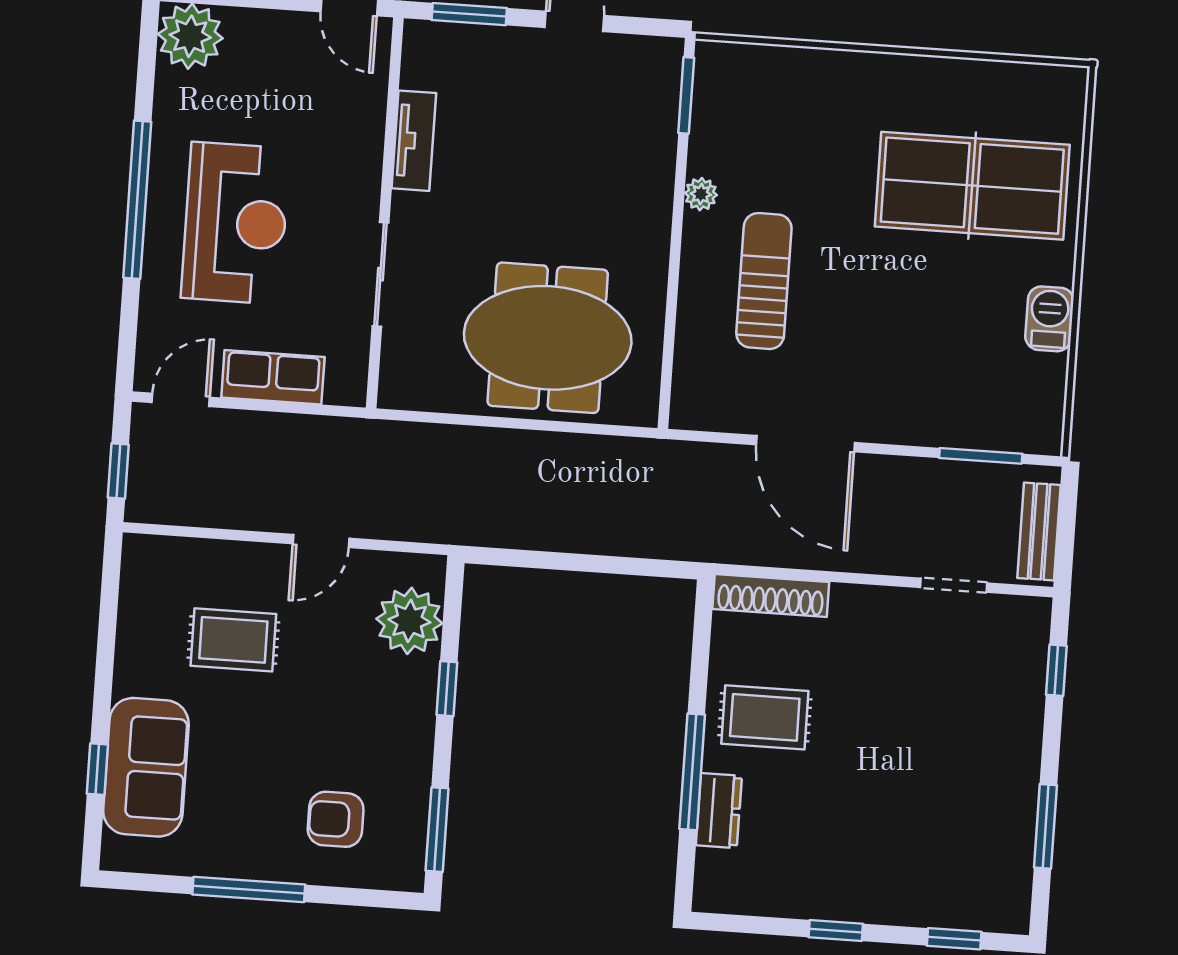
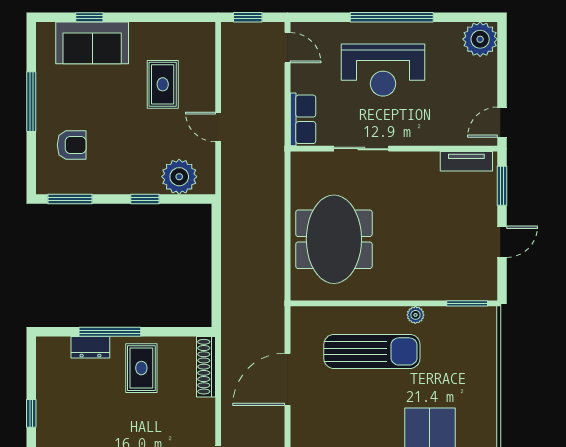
tv unit: (414, 141) -> (466, 161), moved
sun lounger: (764, 281) -> (372, 351), width x1.36, depth x1.34
row of seats: (273, 377) -> (303, 119), moved
armchair: (336, 819) -> (72, 145), turned 90

